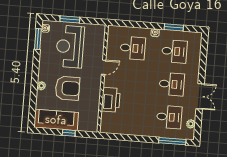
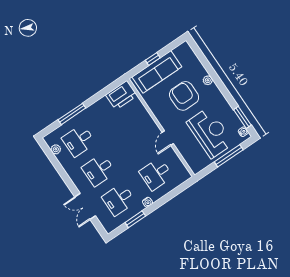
window: (70, 19) -> (229, 156), width x1.44
armchair: (67, 88) -> (184, 96), turned 90
double door: (200, 96) -> (85, 206), moved
printer: (111, 100) -> (121, 95), moved, turned -90
sofa: (56, 120) -> (157, 72), moved
window: (172, 141) -> (72, 114), moved

